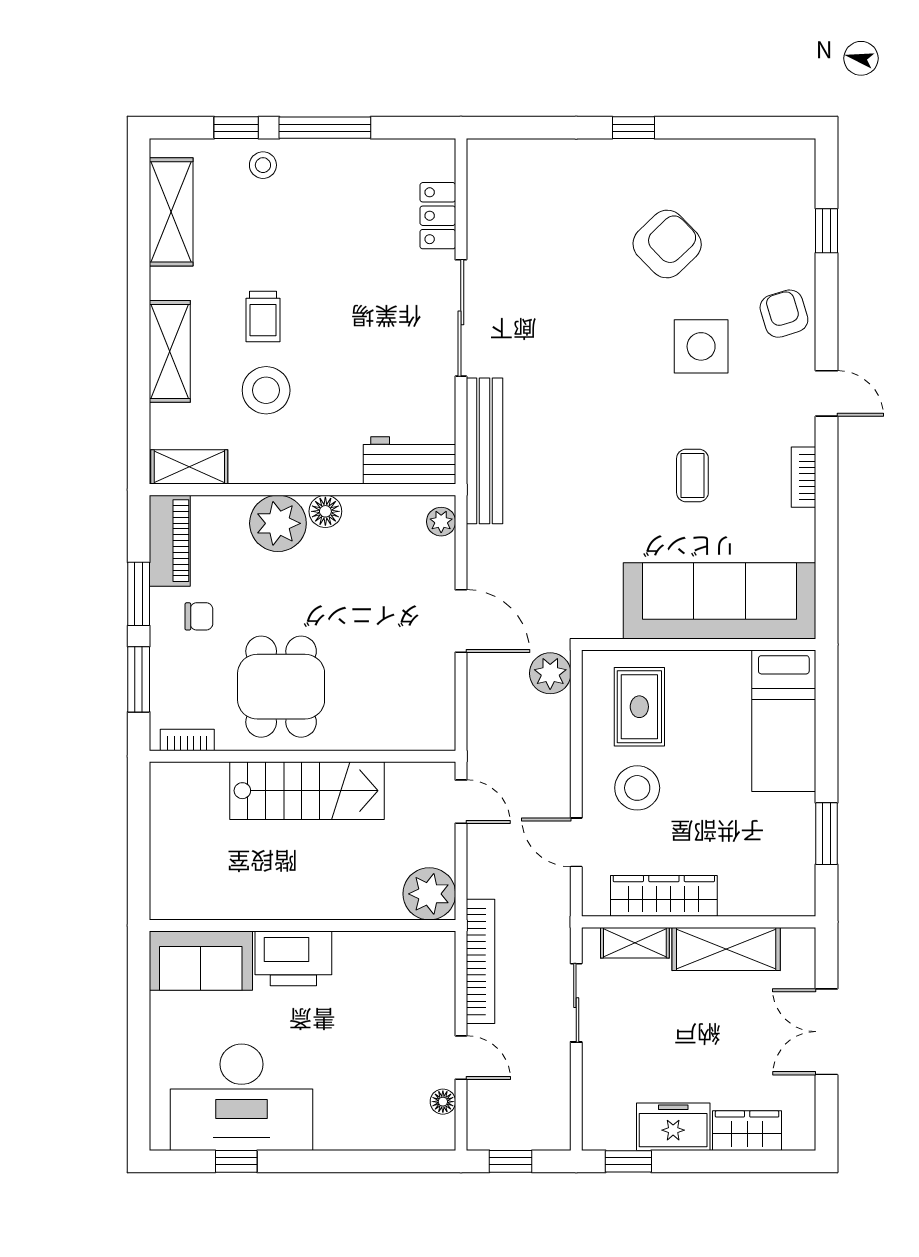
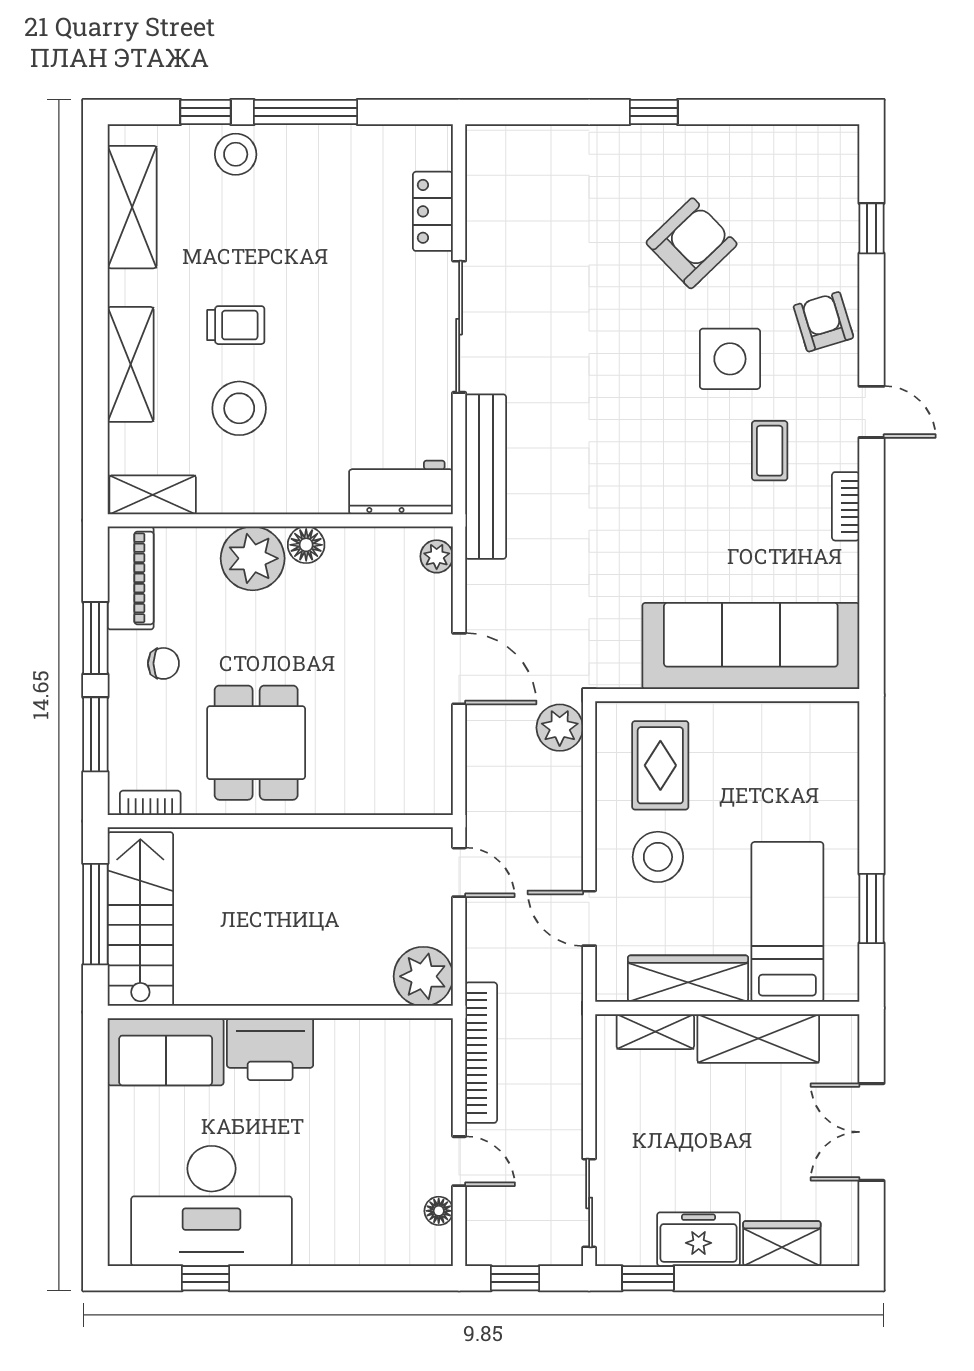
stool: (263, 165) -> (236, 154), width x1.37, depth x1.37
trolley: (263, 317) -> (236, 325), turned -90
coffee table: (692, 476) -> (770, 451), moved
bed: (784, 721) -> (787, 922), moved, turned 180
stairs: (307, 791) -> (140, 919), moved, turned -90
window: (139, 839) -> (95, 914), added
sliding door: (576, 1003) -> (589, 1203), moved

